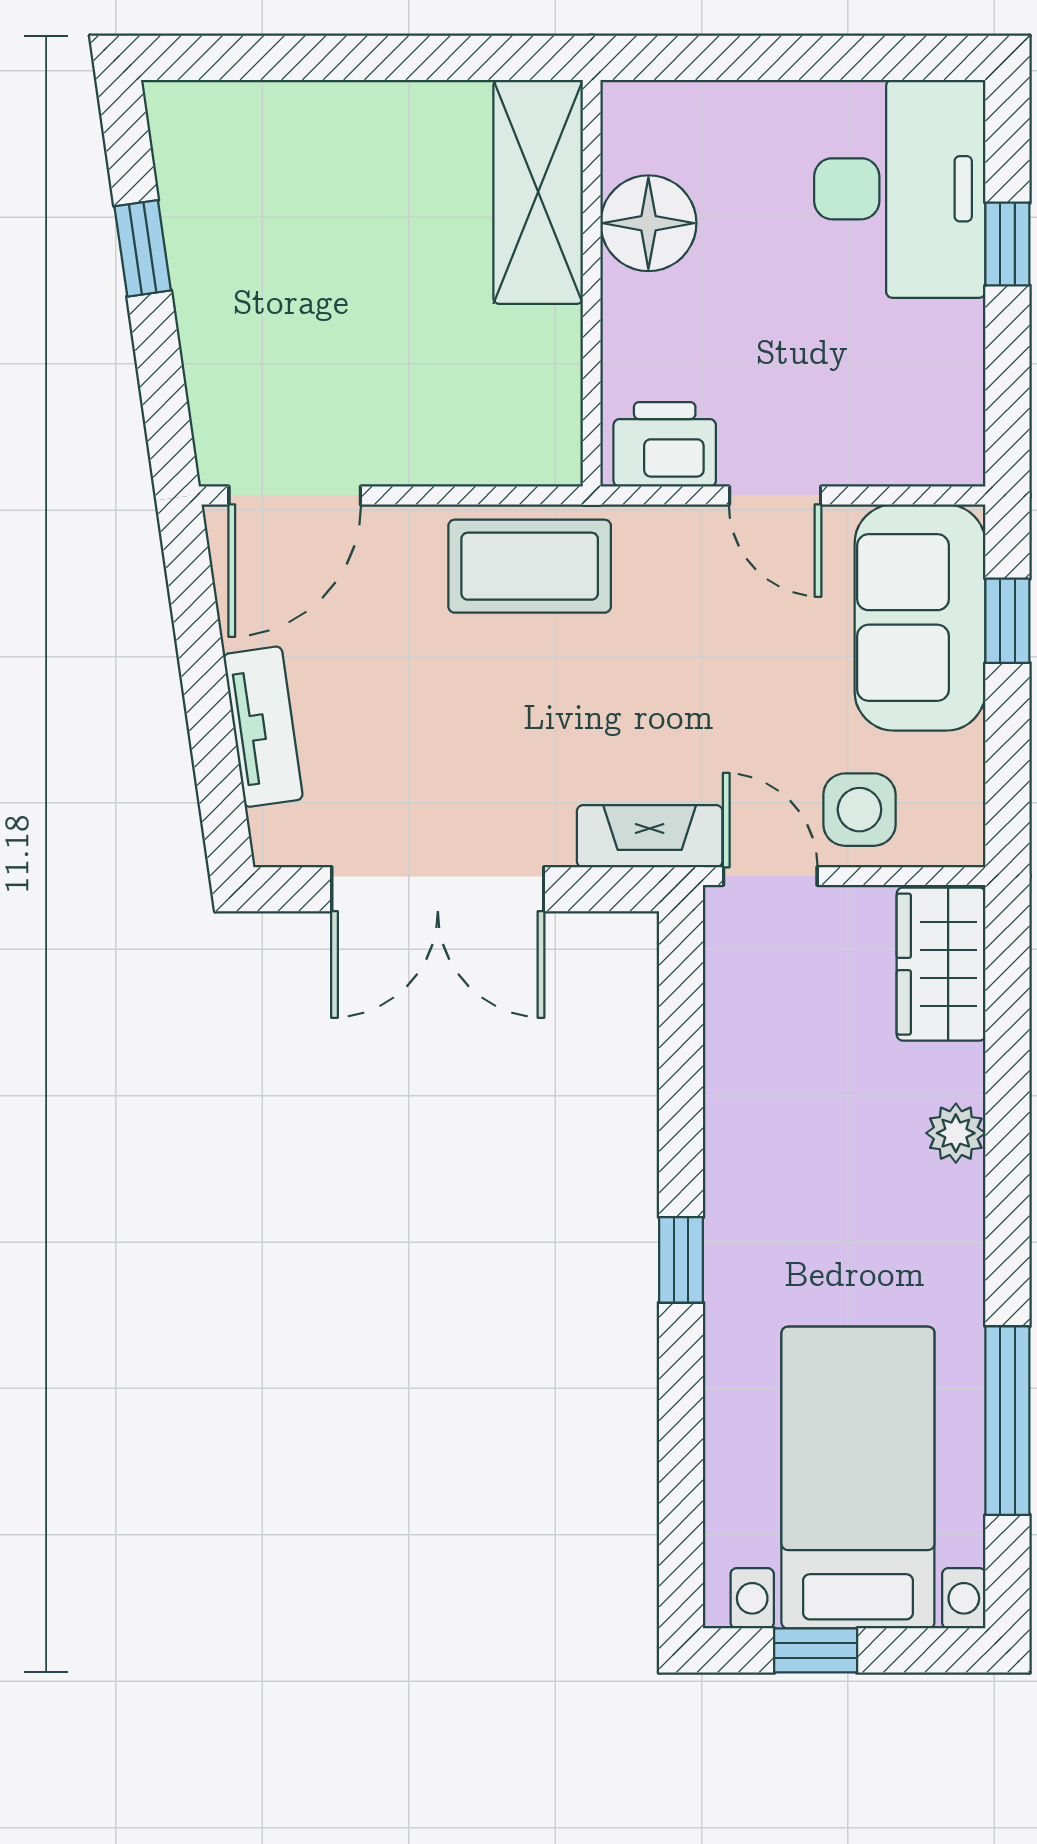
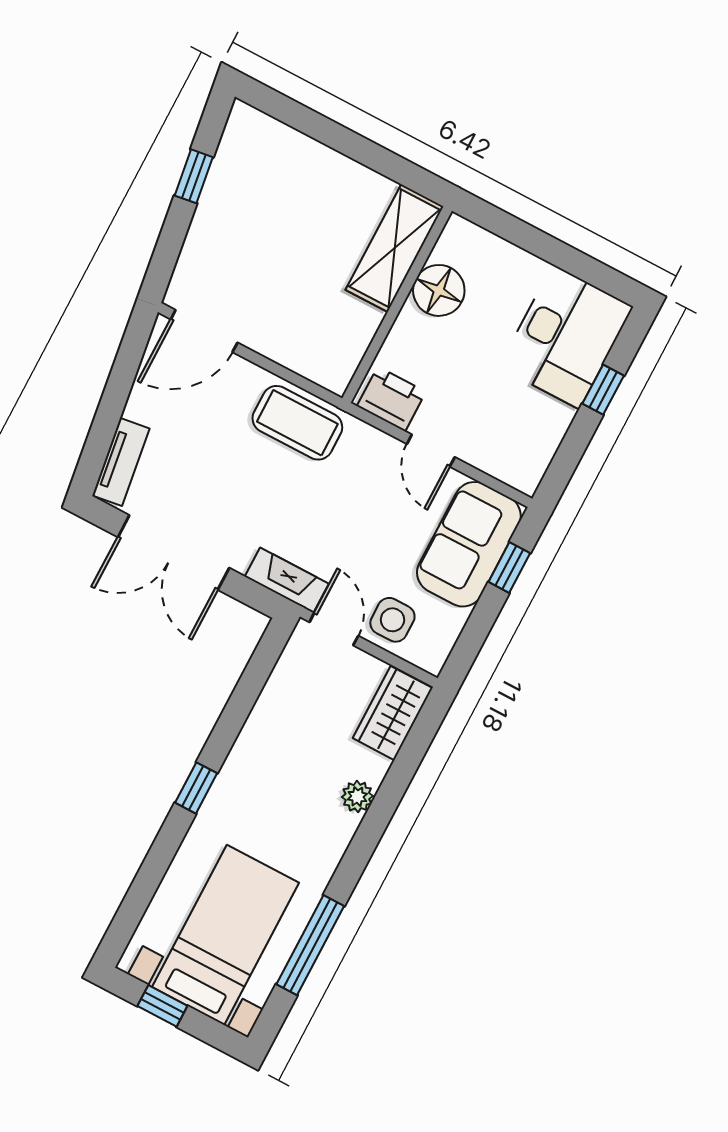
tv unit: (263, 727) -> (121, 462), moved

